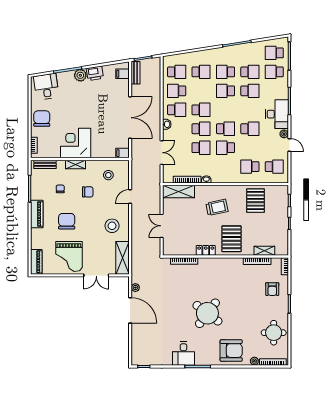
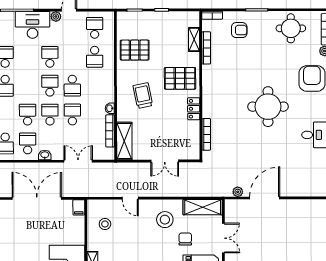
chair: (88, 192) -> (185, 239), moved
round table: (207, 313) -> (268, 107), turned -37

